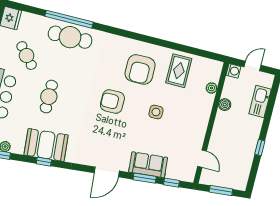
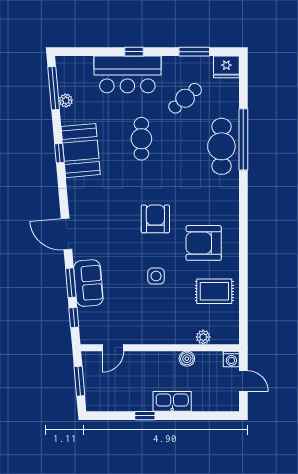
cafe table: (49, 97) -> (141, 139), turned 90
kitchen sink: (260, 101) -> (172, 401), moved

